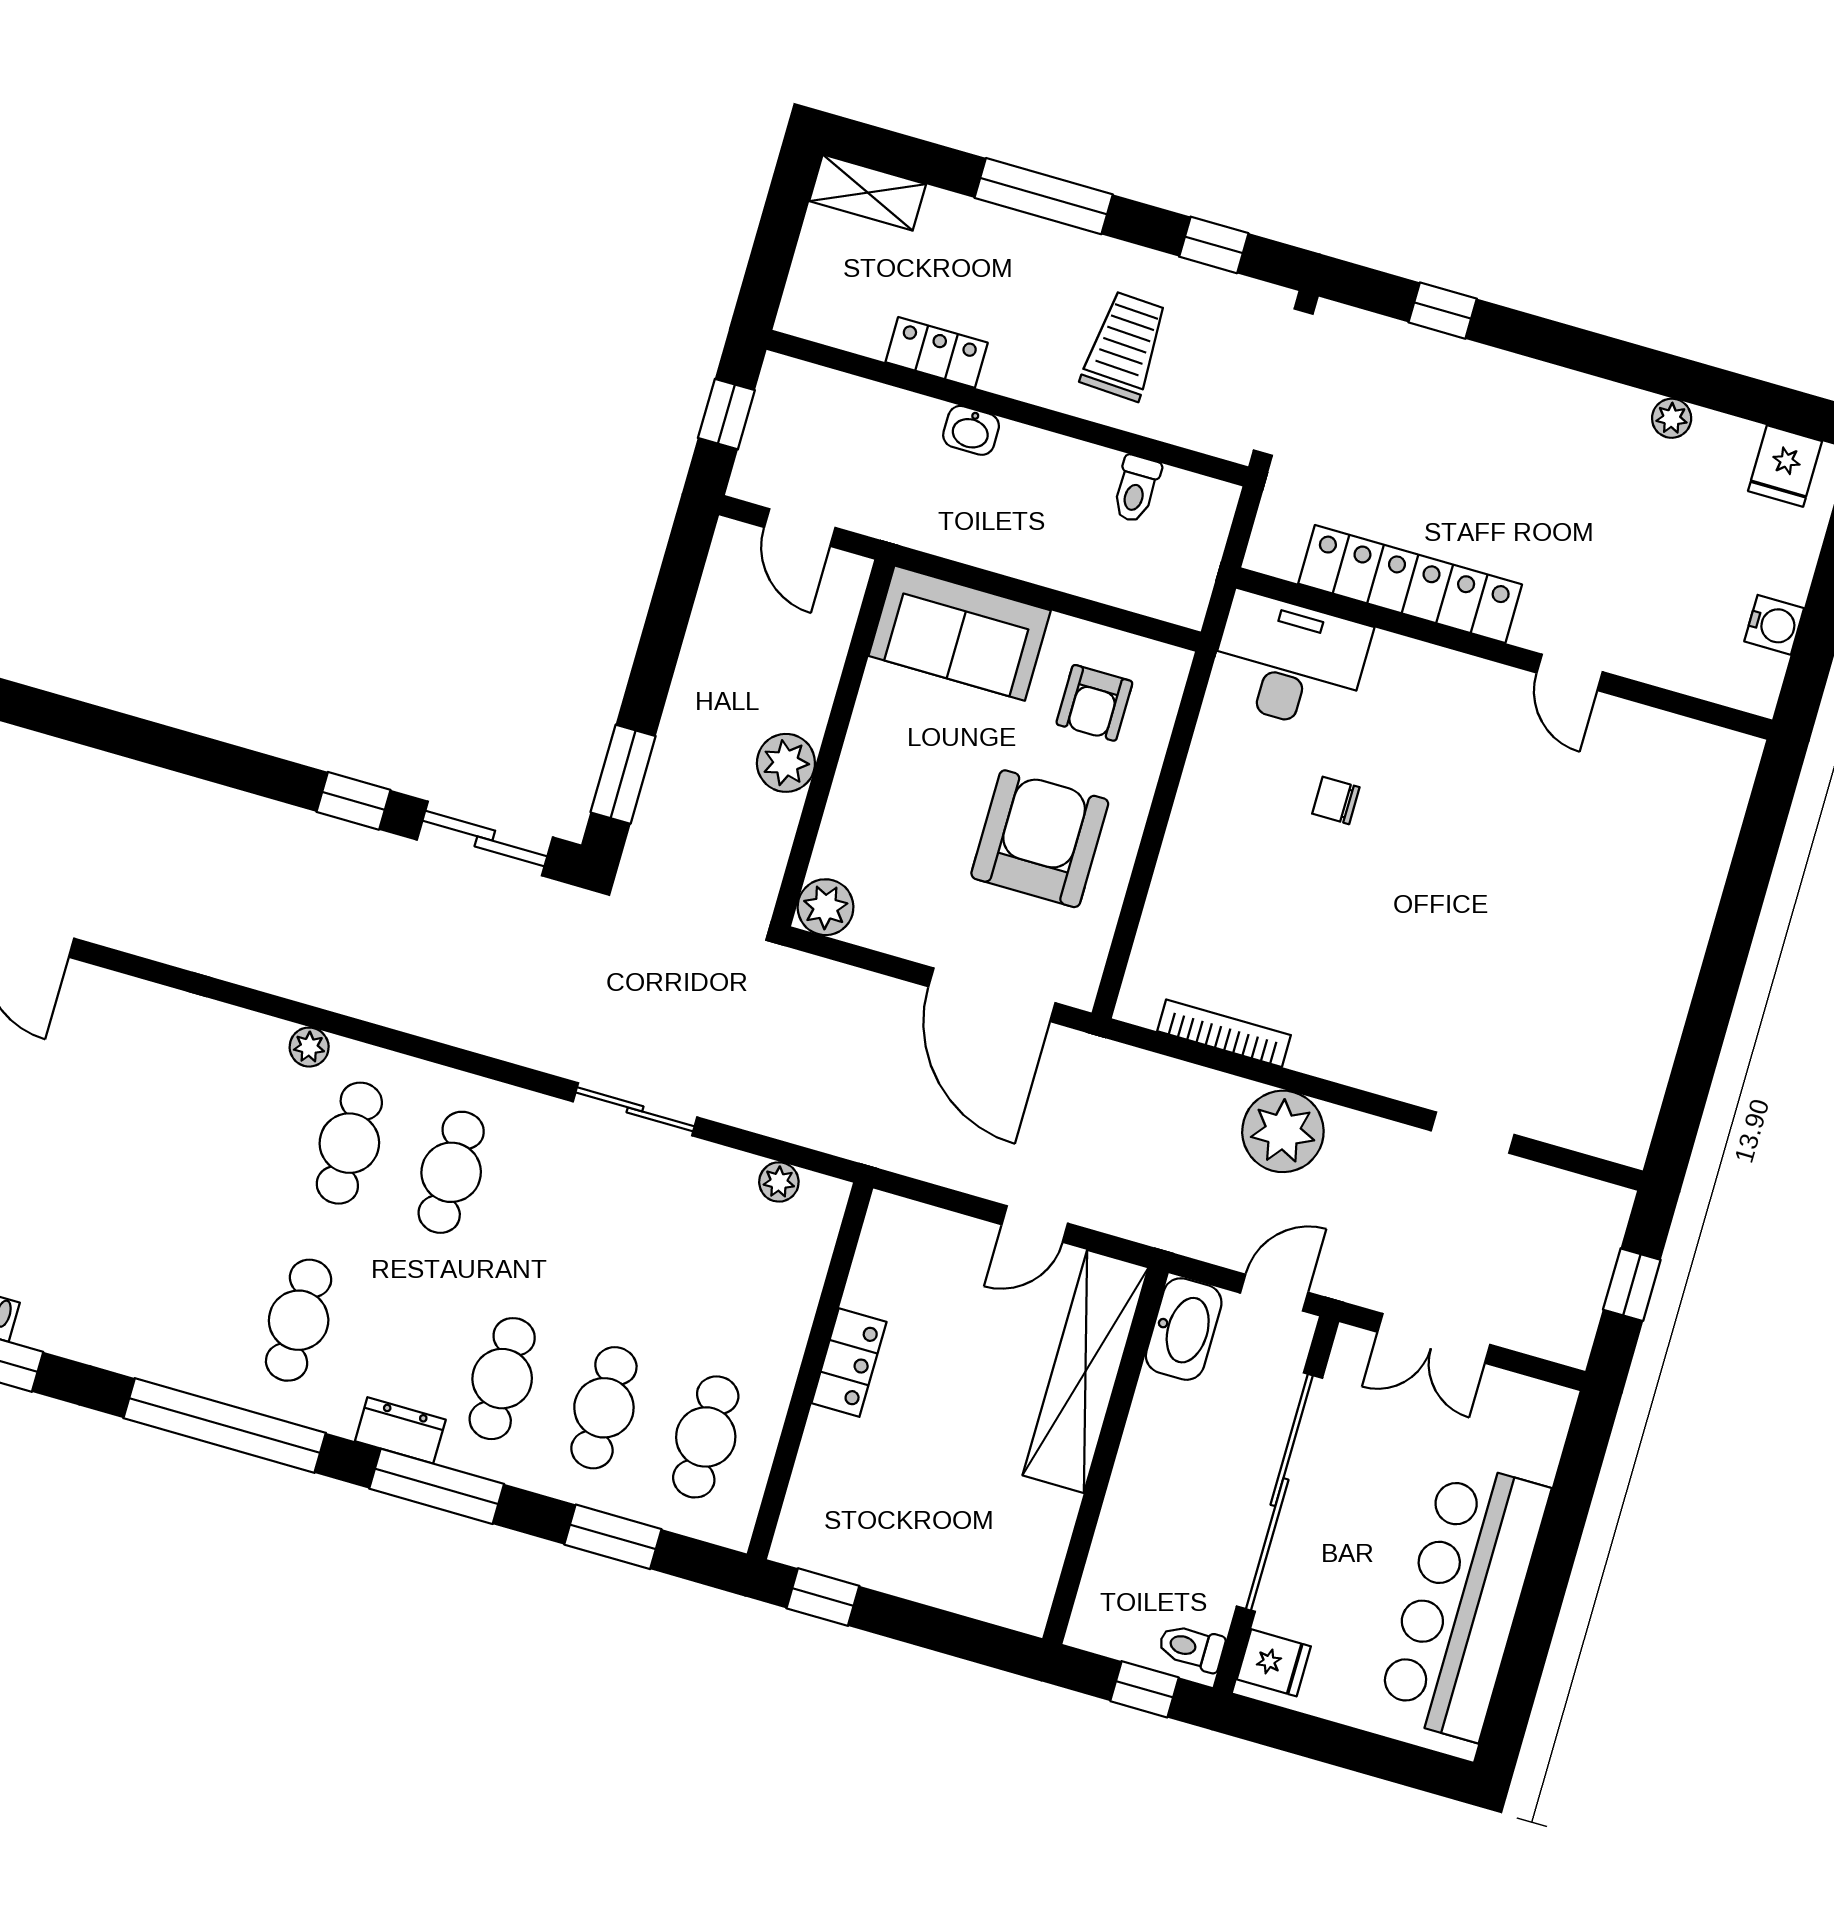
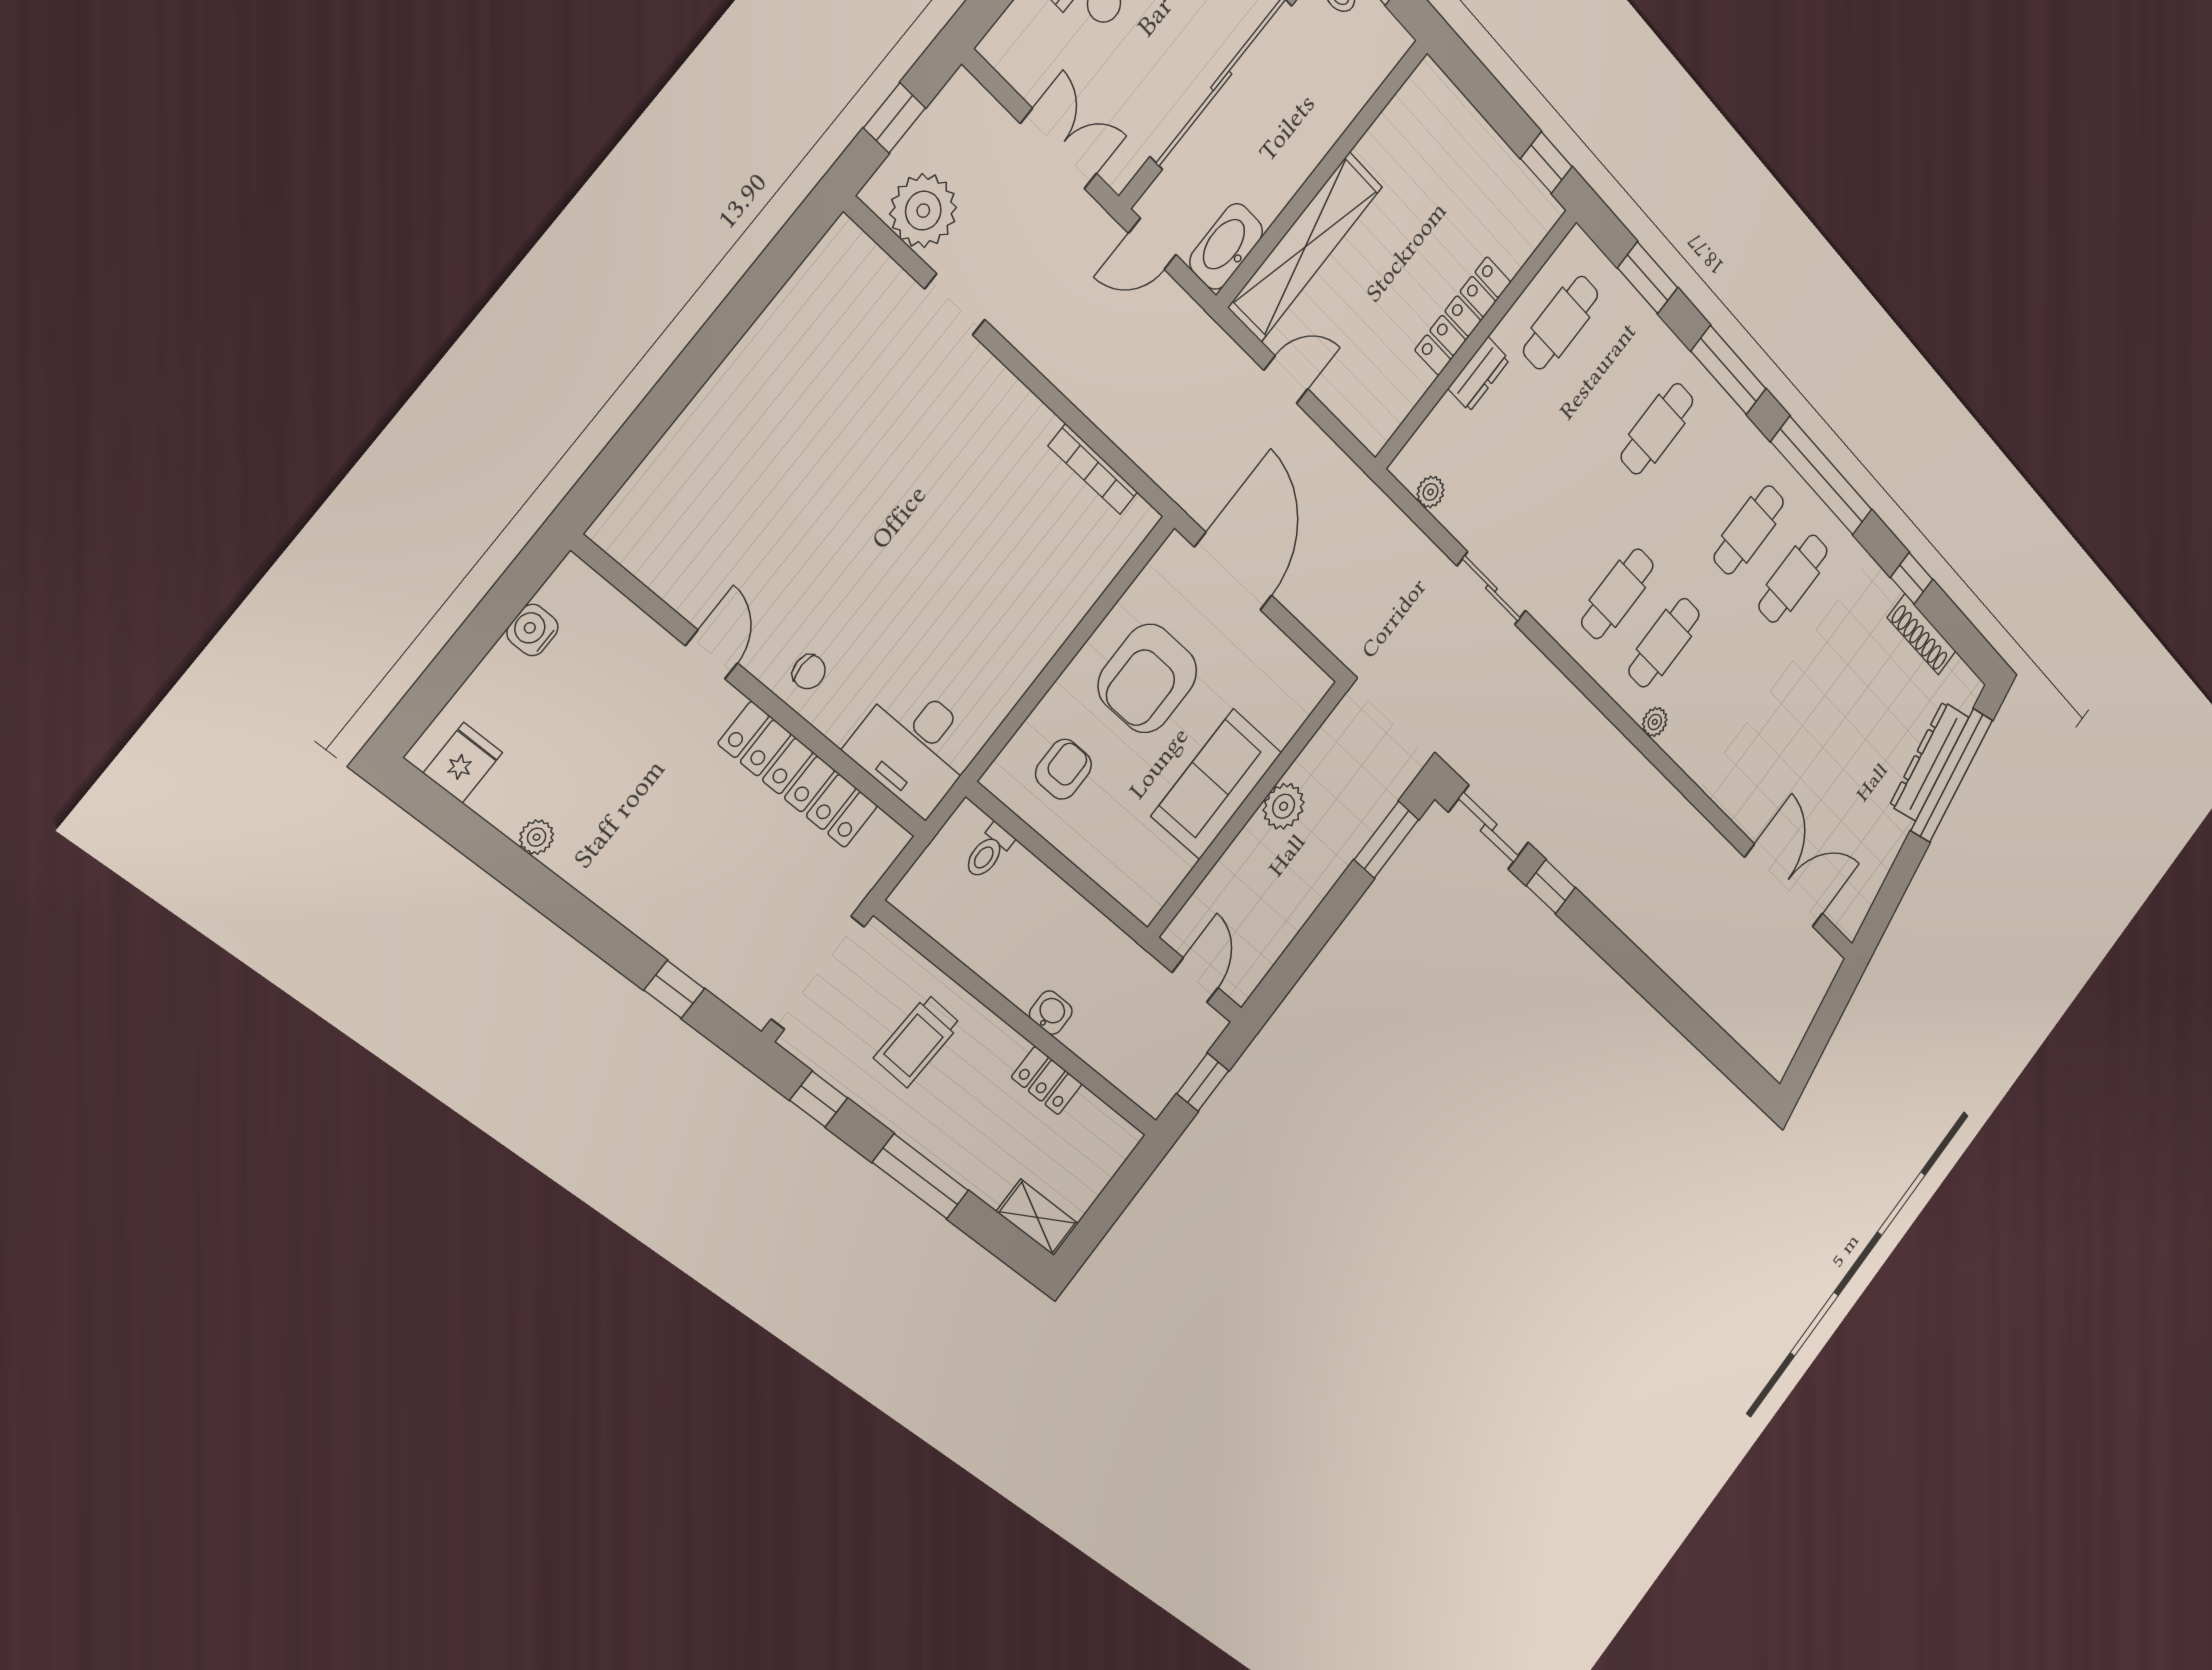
toilet: (1136, 489) -> (988, 851), moved, turned 180
sofa: (960, 633) -> (1217, 784), moved, turned -90
chair: (1336, 800) -> (809, 672), moved
plant: (826, 907) -> (1308, 686), removed
plant: (1283, 1131) -> (923, 211), moved
locker: (849, 1363) -> (1463, 316), width x1.53
cafe table: (604, 1408) -> (1793, 579), moved
dresser: (400, 1430) -> (1479, 374), moved, turned -90

